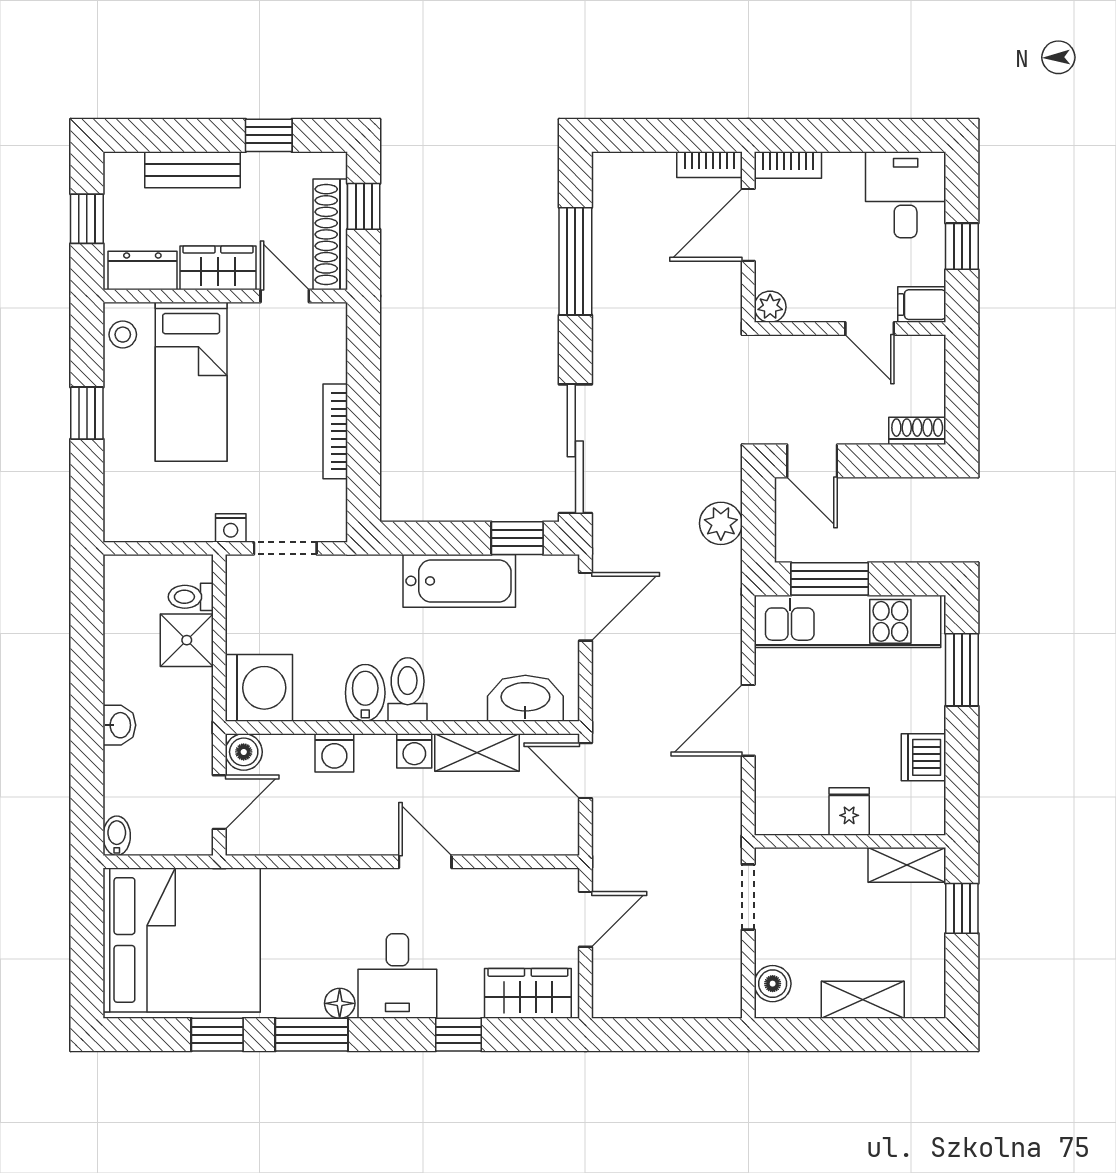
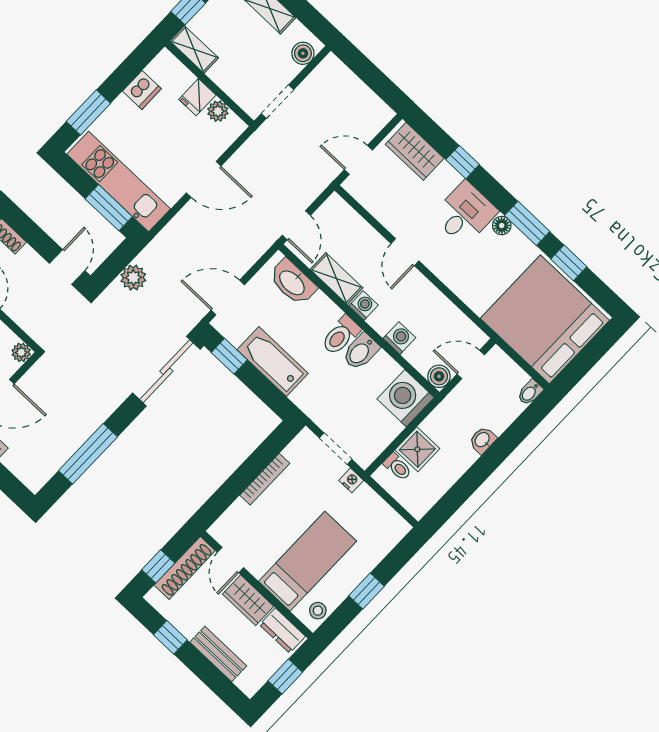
plant: (809, 818) -> (218, 111), added

